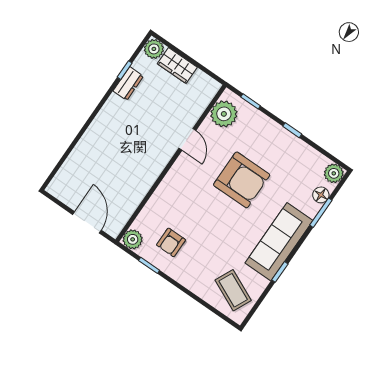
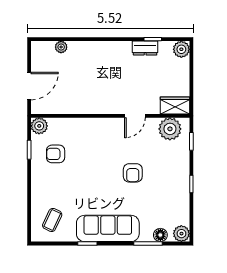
wardrobe: (177, 65) -> (175, 106), moved, turned 90
plant: (70, 165) -> (61, 47), added
armchair: (242, 180) -> (133, 173), width x0.53, depth x0.53
coffee table: (233, 290) -> (52, 220), width x0.73, depth x0.77

